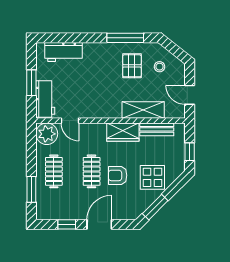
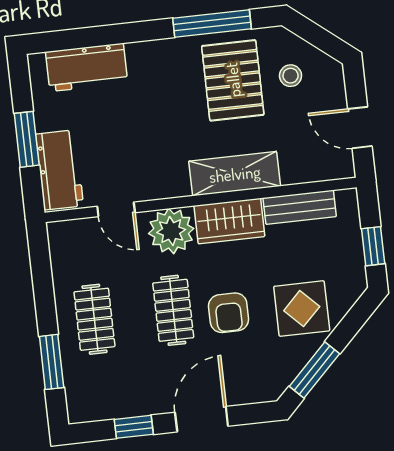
pallet: (132, 66) -> (233, 80), width x1.50, depth x1.42
shelving: (143, 110) -> (235, 174), moved
plant: (47, 134) -> (171, 231), moved
armchair: (118, 175) -> (229, 313), turned -90

